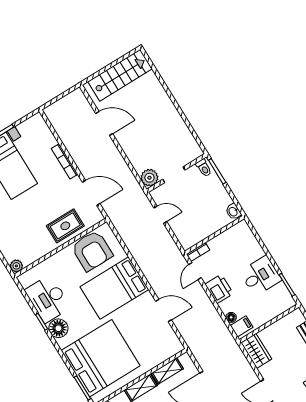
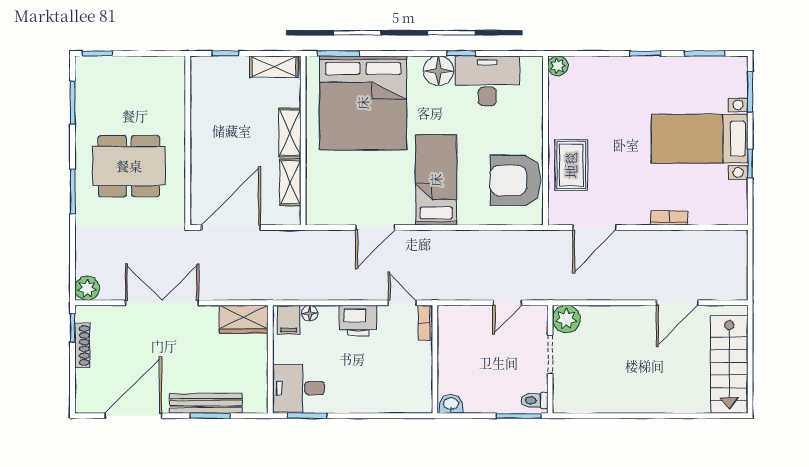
bookcase: (65, 161) -> (669, 218), width x0.64
desk: (261, 276) -> (298, 388), moved, turned 90
bed: (114, 288) -> (436, 180), width x0.67

